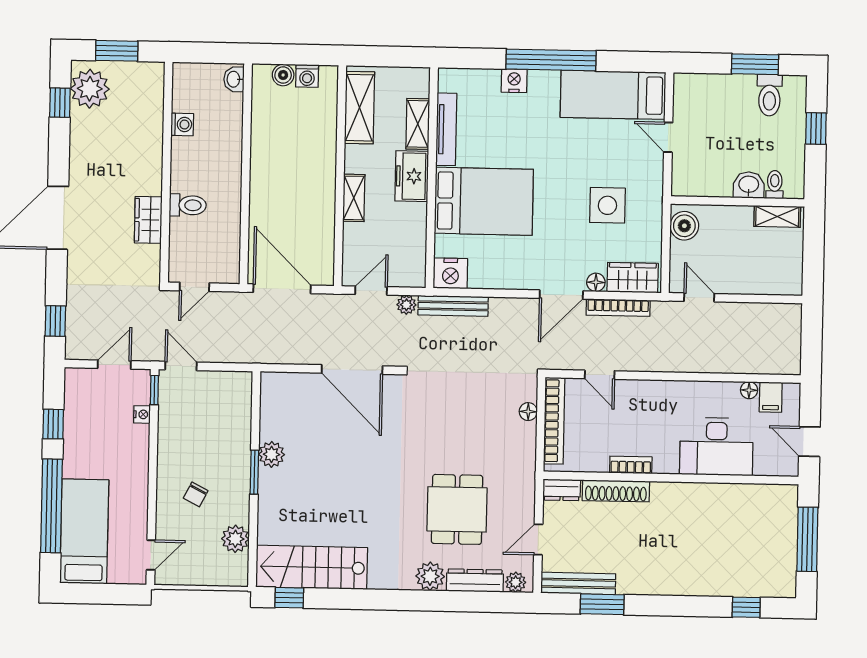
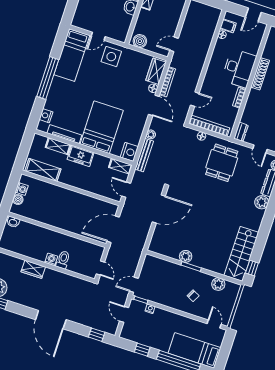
nightstand: (514, 81) -> (46, 116), moved
washing machine: (182, 124) -> (51, 259), moved
shelving: (354, 198) -> (120, 166), moved
side table: (607, 205) -> (111, 57), moved
wardrobe: (148, 220) -> (33, 269), moved
plant: (406, 305) -> (151, 134), moved
desk: (716, 446) -> (239, 68), moved
shoe rack: (616, 491) -> (260, 74), moved
dining table: (457, 509) -> (222, 163), moved, turned 90

